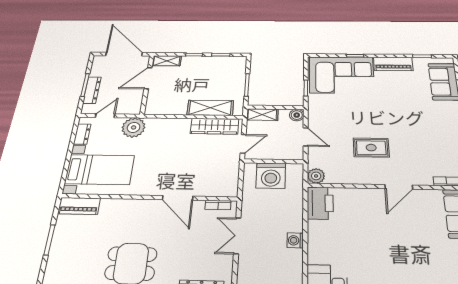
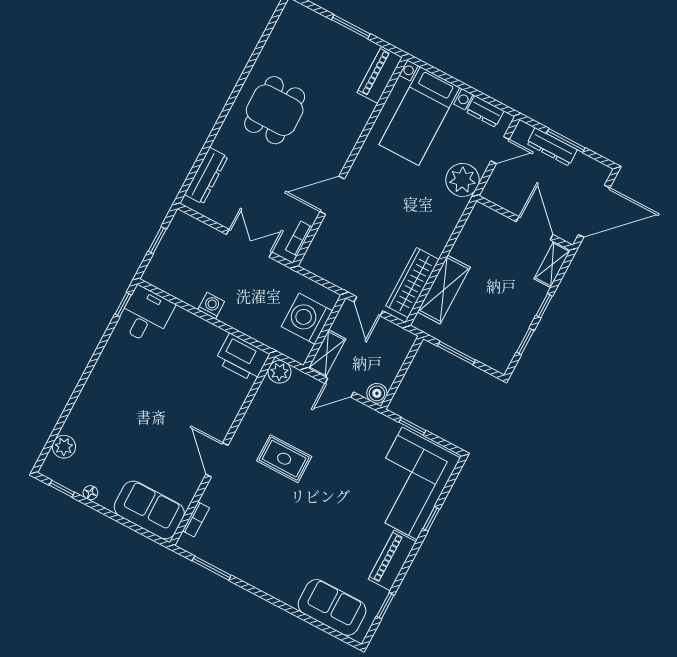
shelving: (262, 115) -> (327, 354), moved
door: (105, 116) -> (500, 150), hinge flipped
rug: (371, 148) -> (284, 459), turned 90

